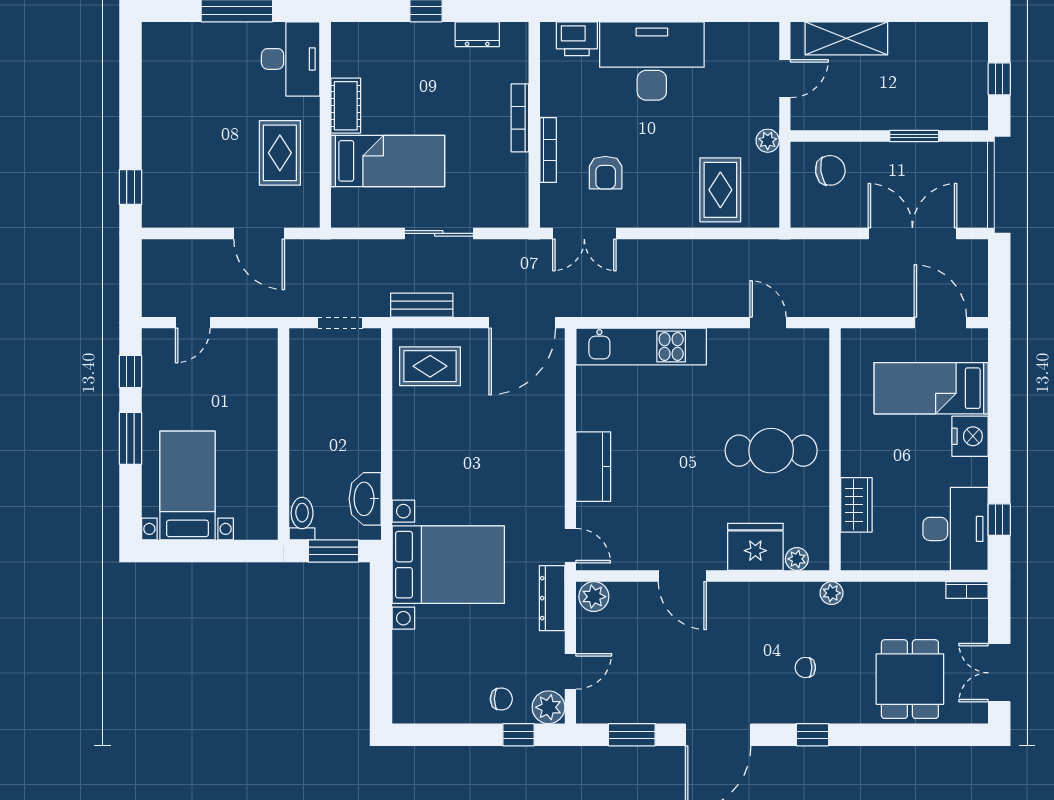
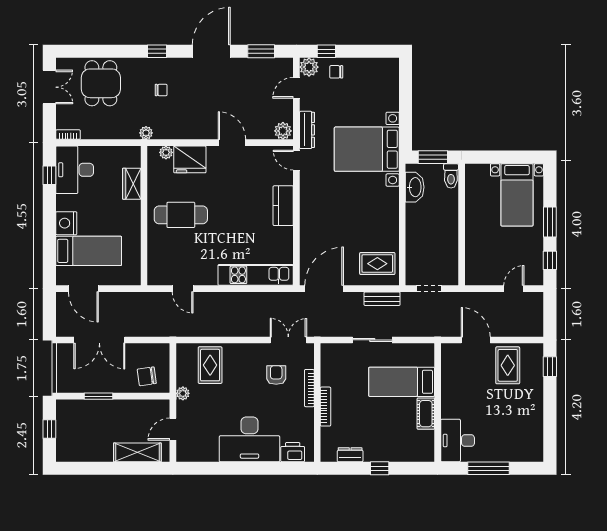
rug: (280, 153) -> (508, 365), moved

